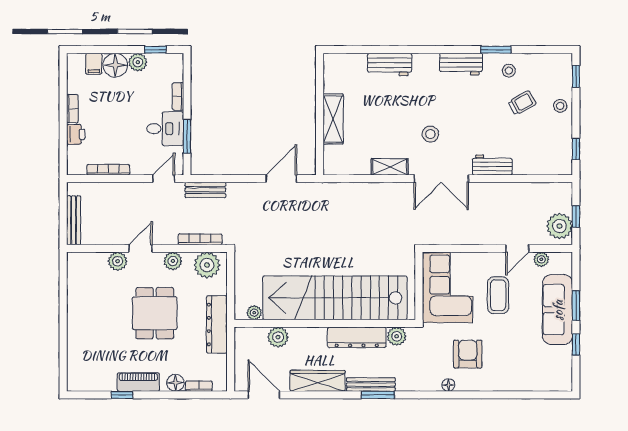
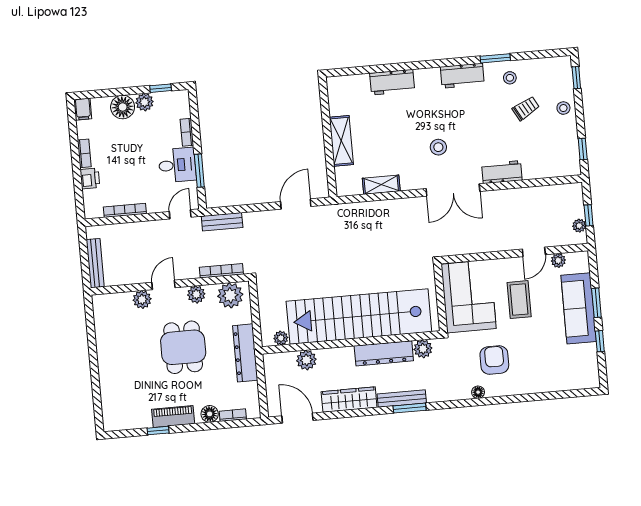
filing cabinet: (94, 64) -> (83, 109), moved
shelving: (390, 167) -> (381, 185), moved
plant: (559, 226) -> (579, 226), width x0.53, depth x0.53

